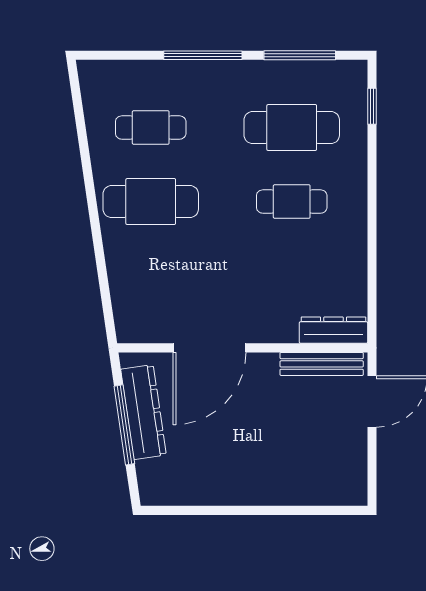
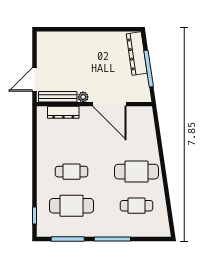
dresser: (333, 330) -> (63, 112), moved
door: (209, 348) -> (109, 104), swing flipped
plant: (266, 364) -> (83, 97), added
dresser: (143, 412) -> (137, 54), moved

